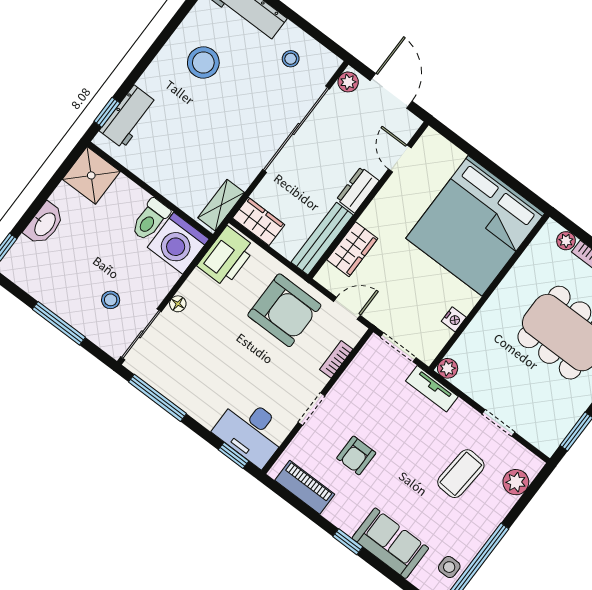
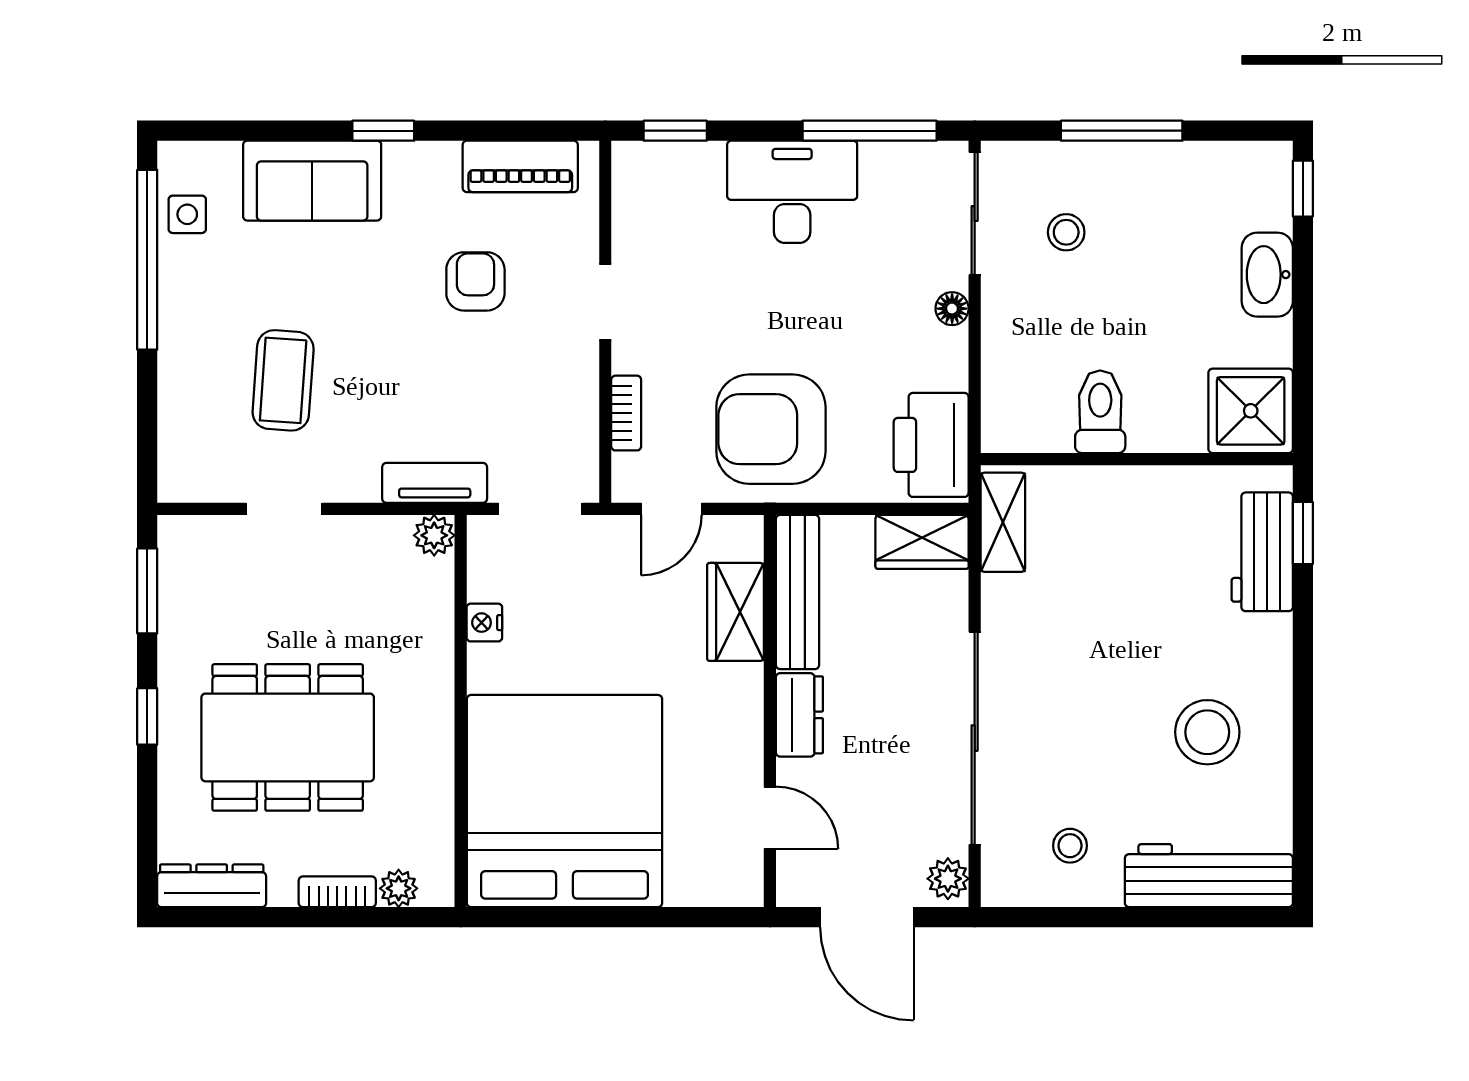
washing machine: (178, 243) -> (1026, 408), removed
desk: (251, 431) -> (792, 192), moved
plant: (516, 482) -> (183, 434), removed

